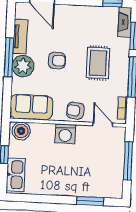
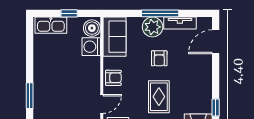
rug: (98, 63) -> (159, 97), turned 90
armchair: (75, 111) -> (113, 78), turned 85
washing machine: (65, 134) -> (91, 47), moved

